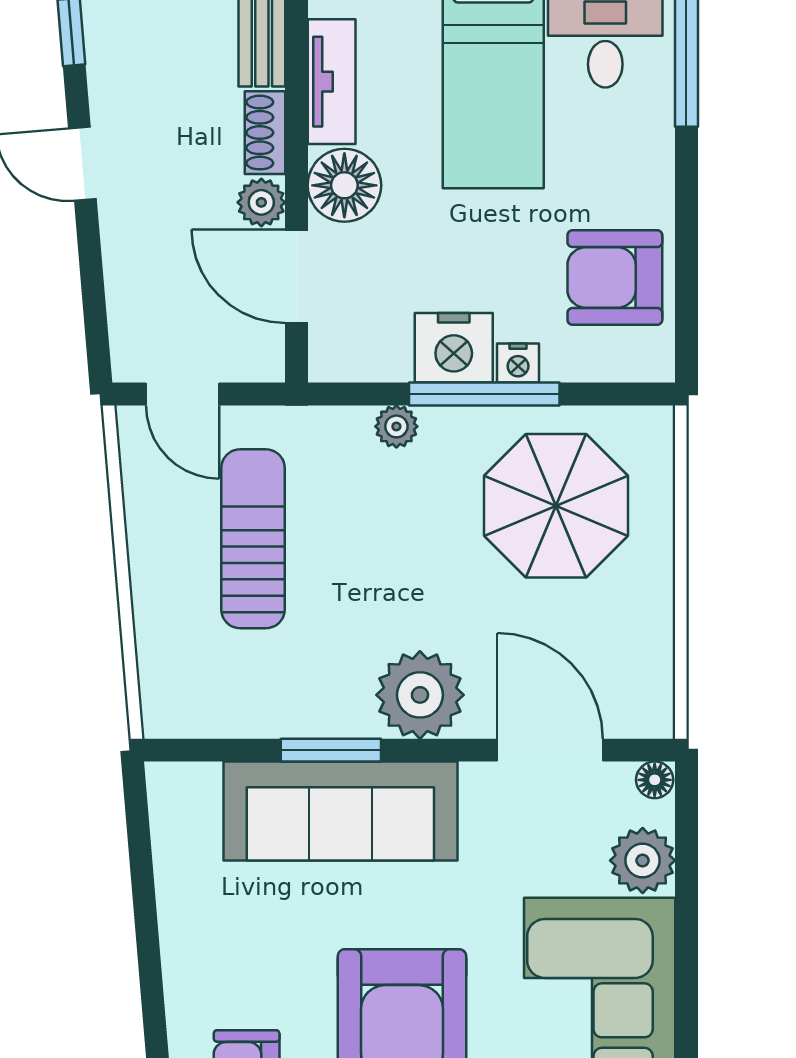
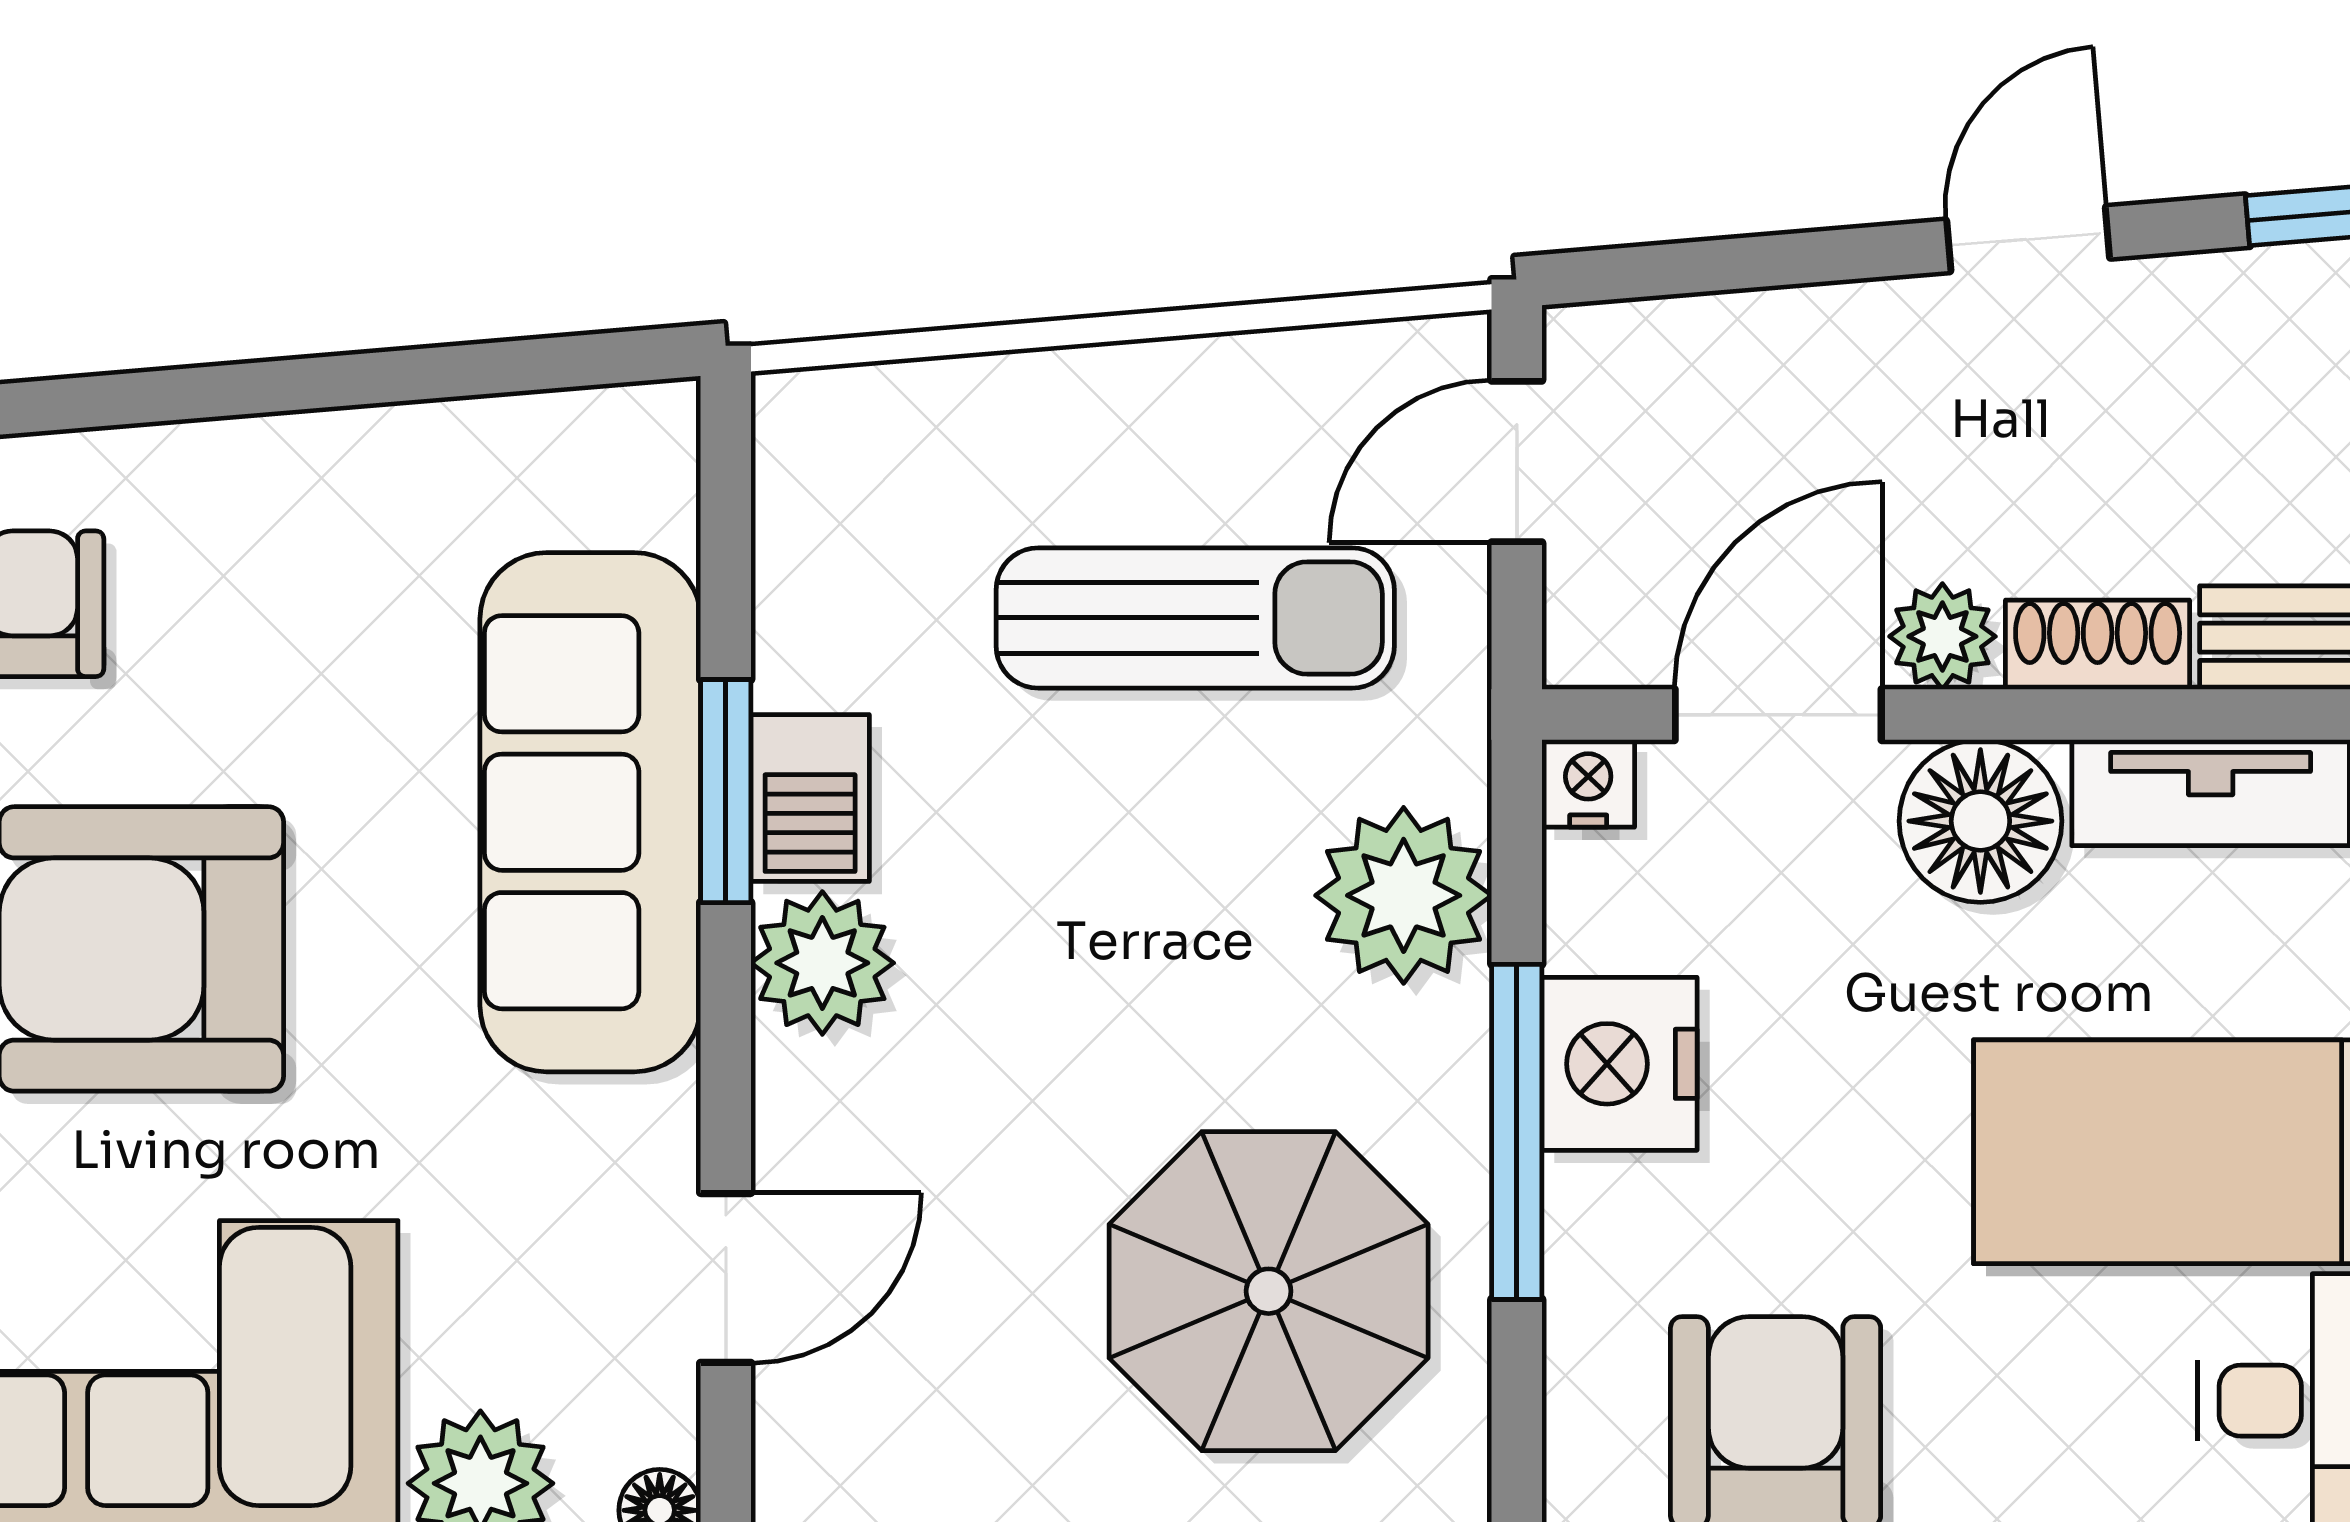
nightstand: (518, 363) -> (1588, 783), moved, turned 90
plant: (396, 426) -> (1404, 895), width x1.88, depth x1.88
plant: (420, 695) -> (822, 963), width x0.73, depth x0.73
barbecue: (334, 712) -> (810, 798), added
door: (550, 750) -> (726, 1278), width x0.73

